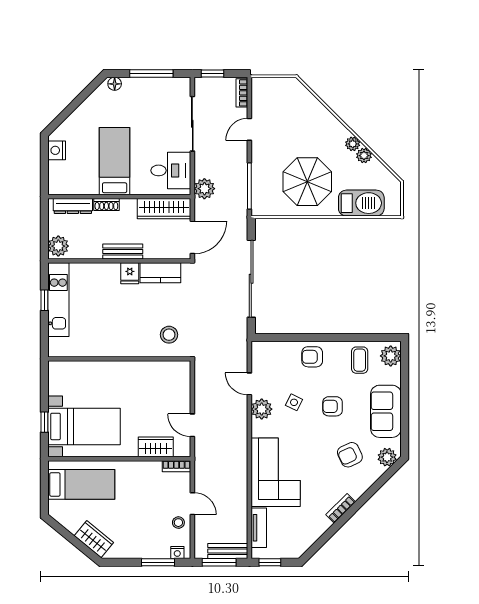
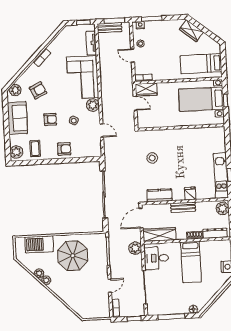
fridge: (130, 273) -> (190, 194), moved
wall: (119, 359) -> (181, 127), moved
plant: (262, 409) -> (93, 105), moved
wardrobe: (156, 447) -> (146, 90), moved

